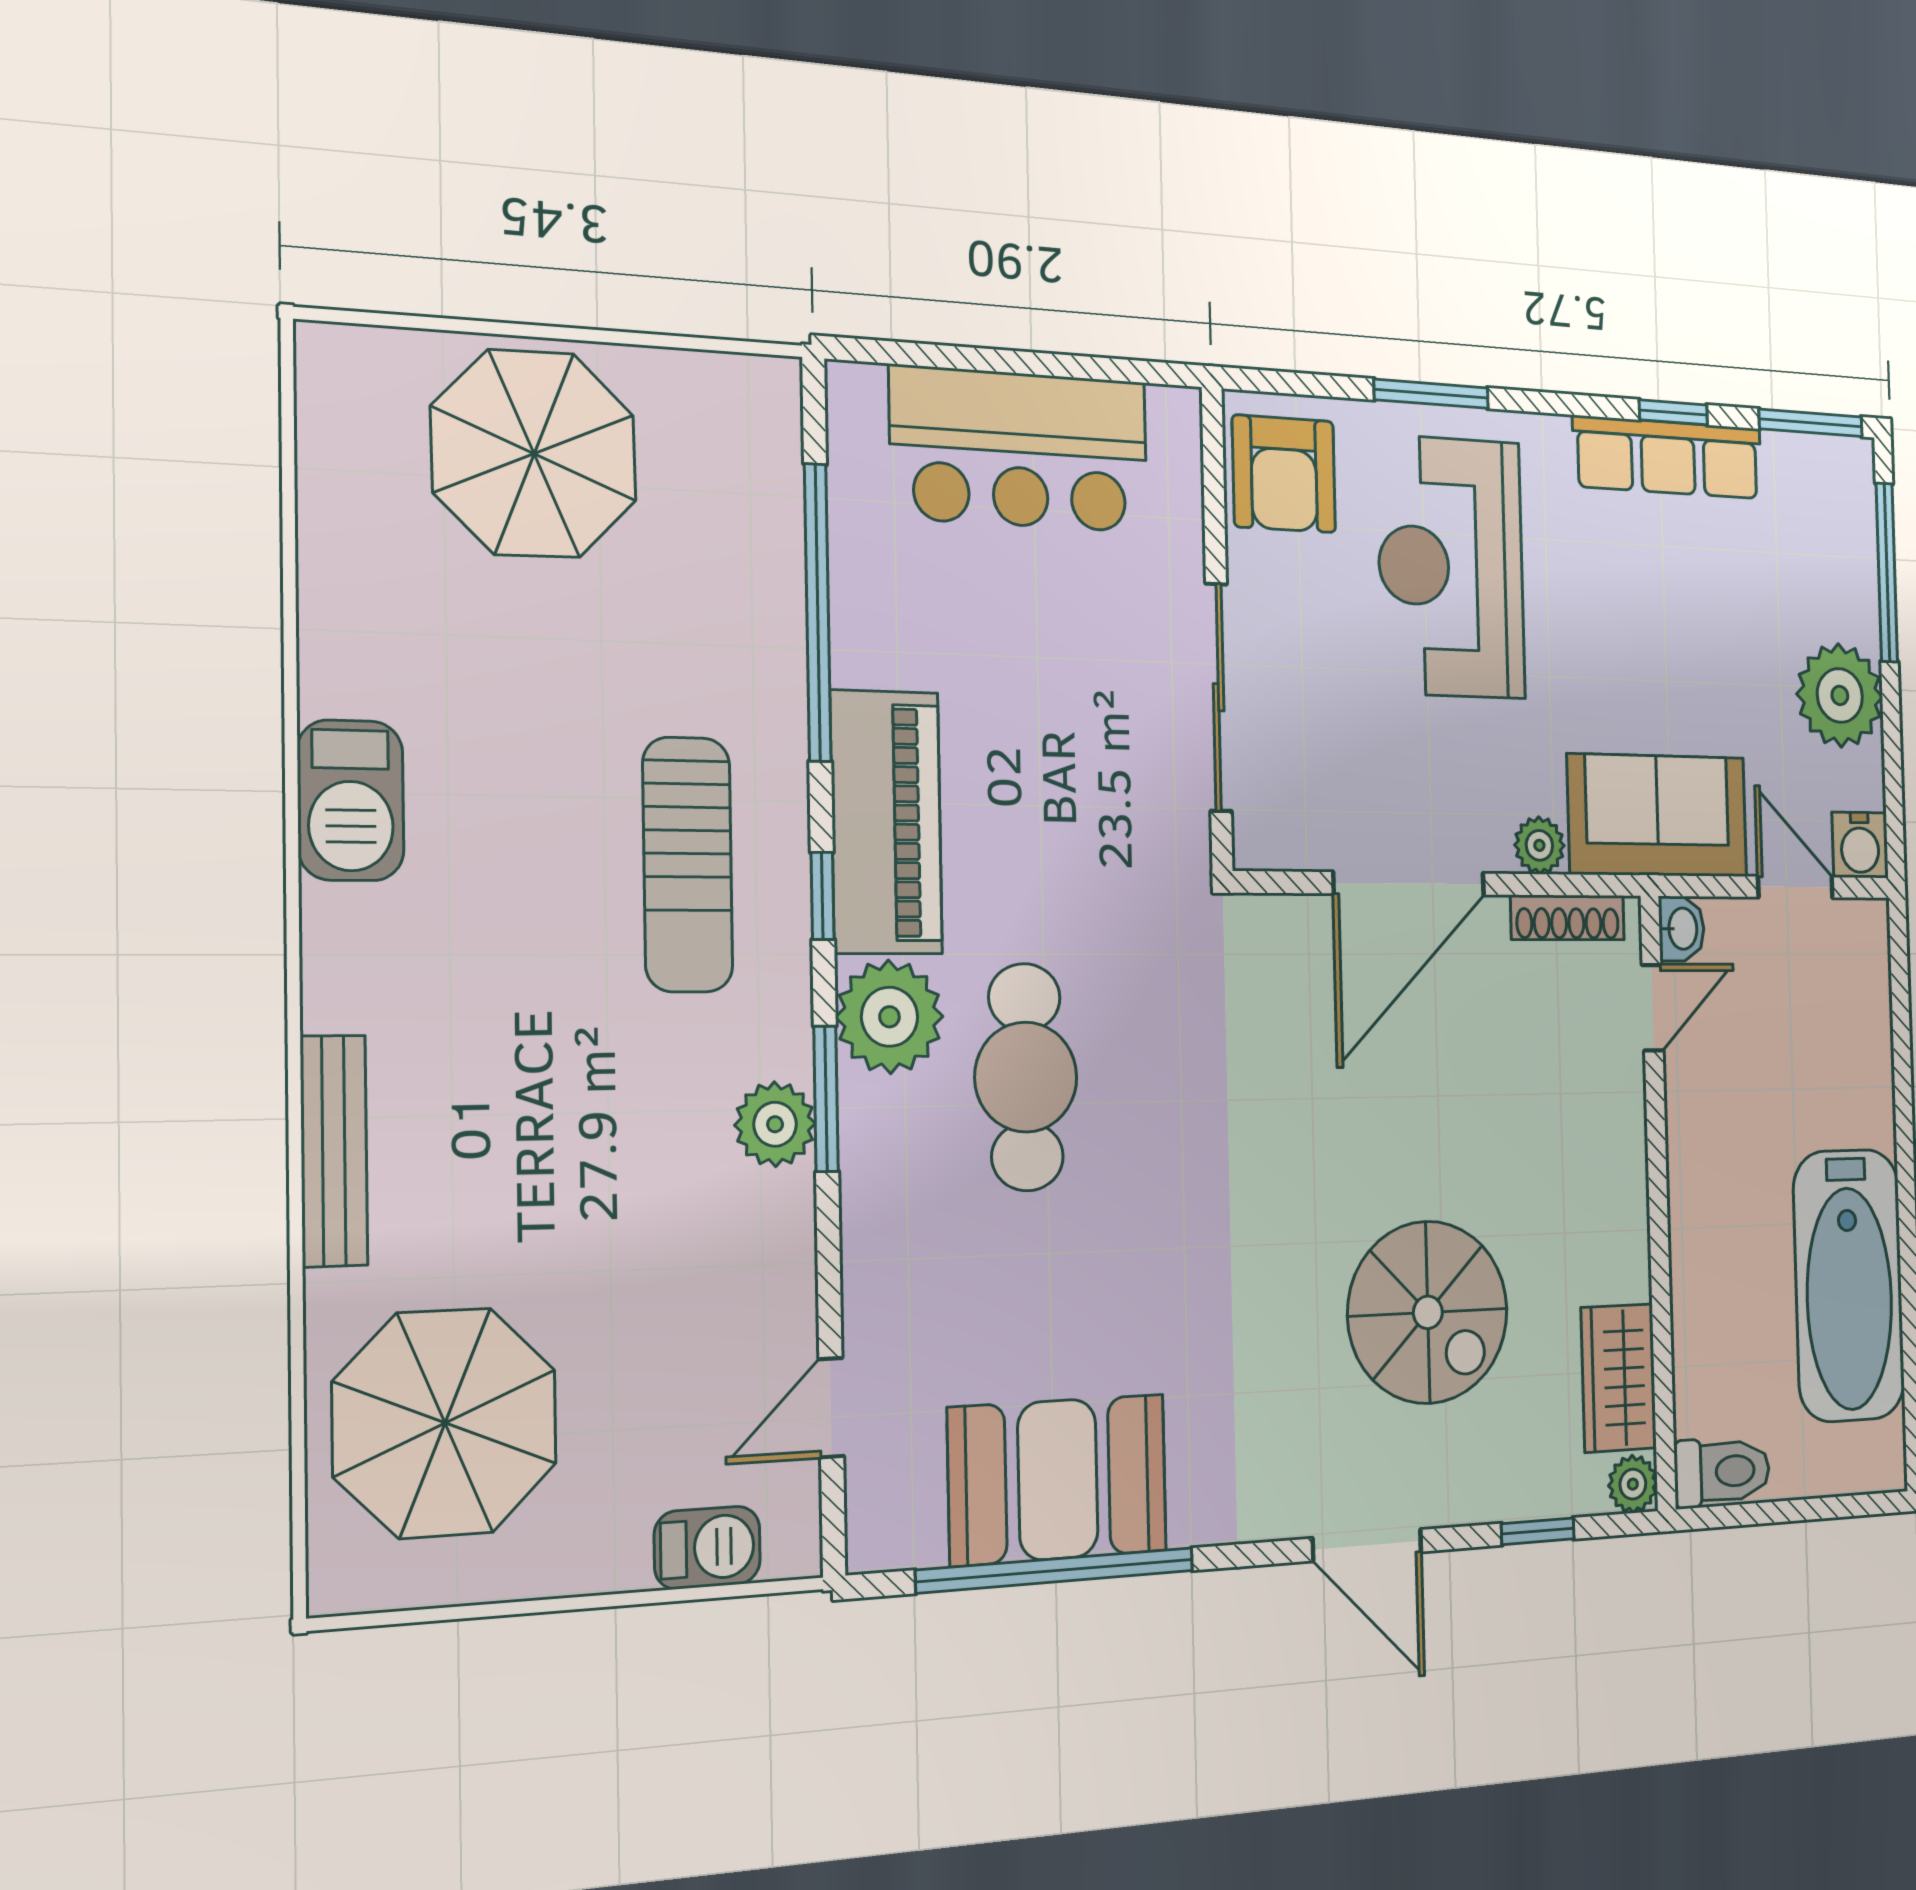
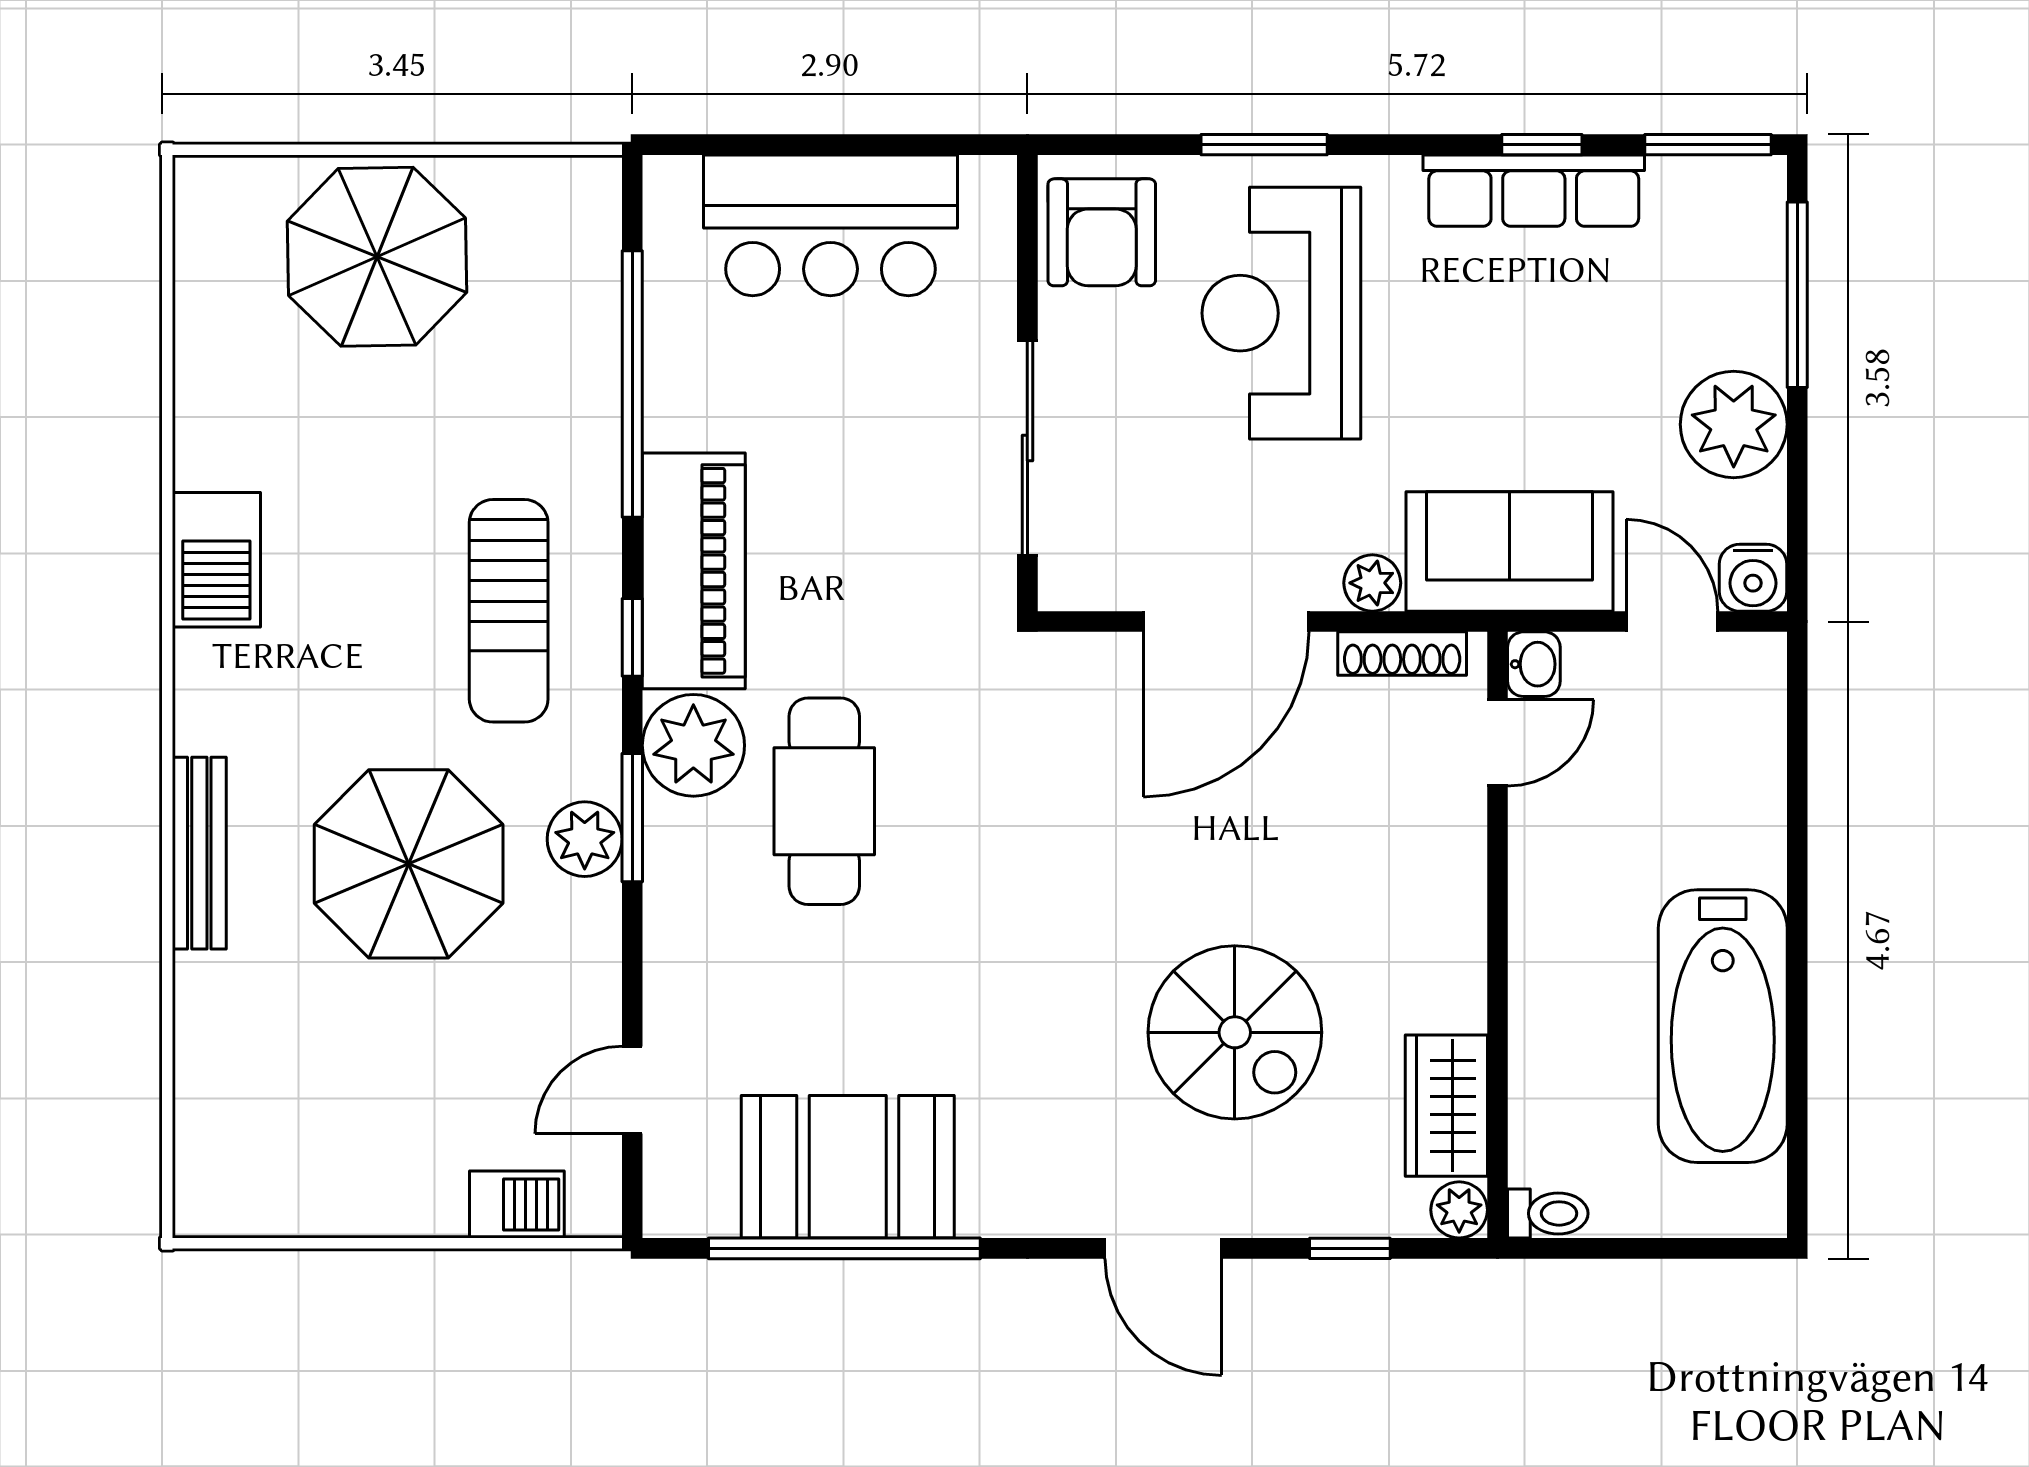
parasol: (445, 1423) -> (409, 864), moved
toilet: (1722, 1472) -> (1548, 1213), width x0.73, depth x0.72

